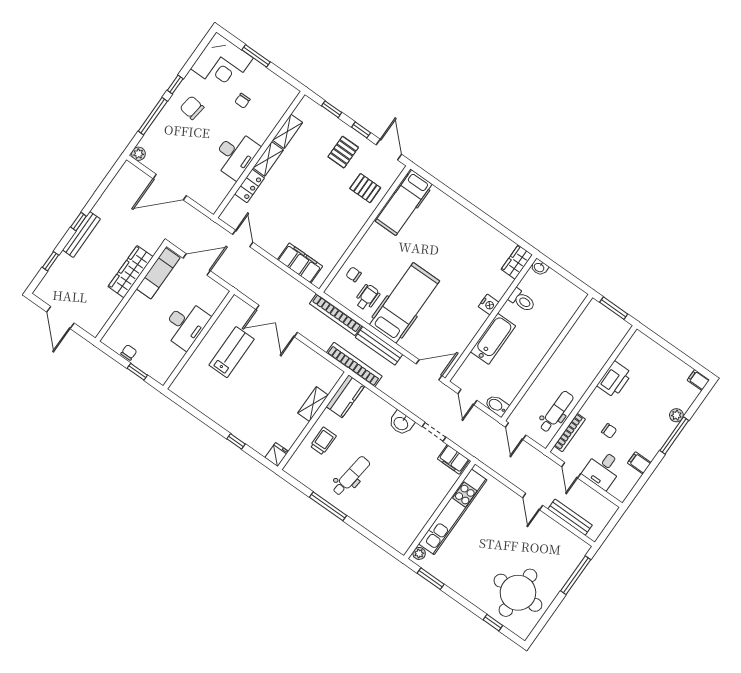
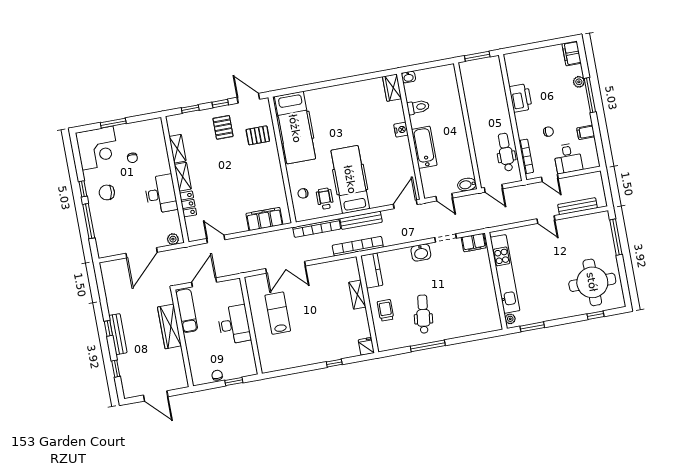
plant: (138, 154) -> (173, 239), moved
hospital bed: (404, 203) -> (295, 128), width x1.37, depth x1.29
filing cabinet: (698, 380) -> (572, 53), width x2.00

